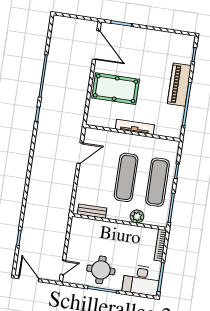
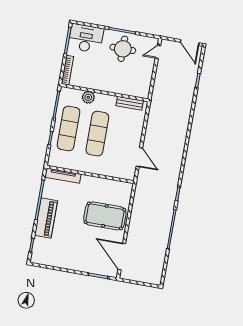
tv unit: (135, 127) -> (63, 176), moved
door: (80, 153) -> (139, 157), swing flipped

